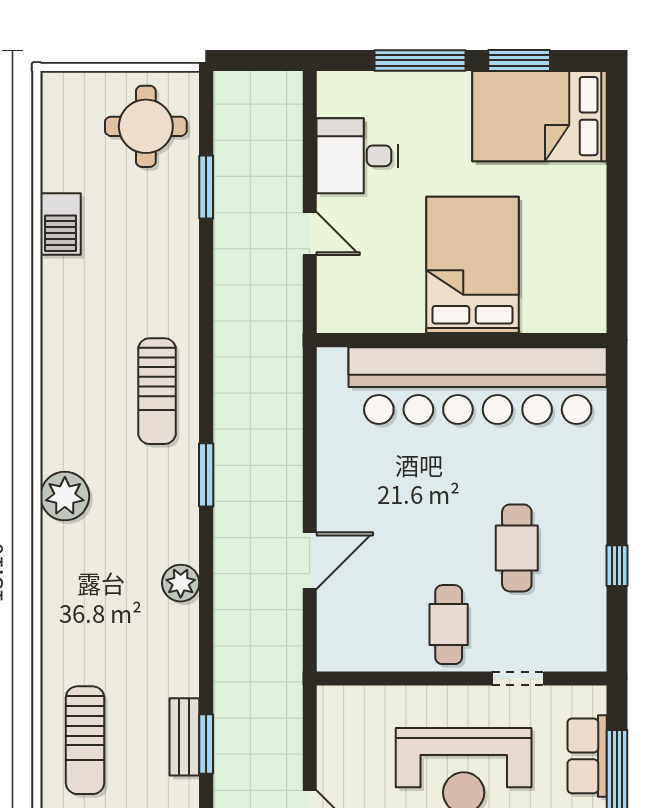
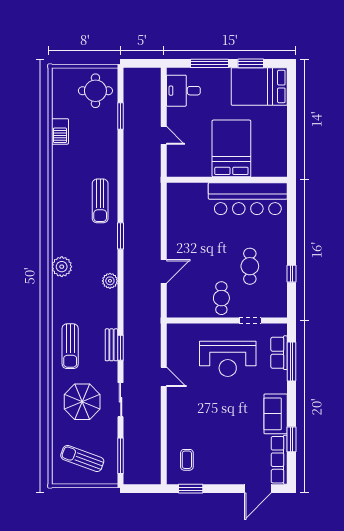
desk: (357, 156) -> (183, 91), moved
bar counter: (478, 386) -> (248, 199), width x0.73
plant: (65, 496) -> (62, 267), moved

